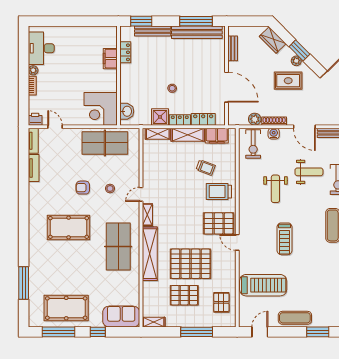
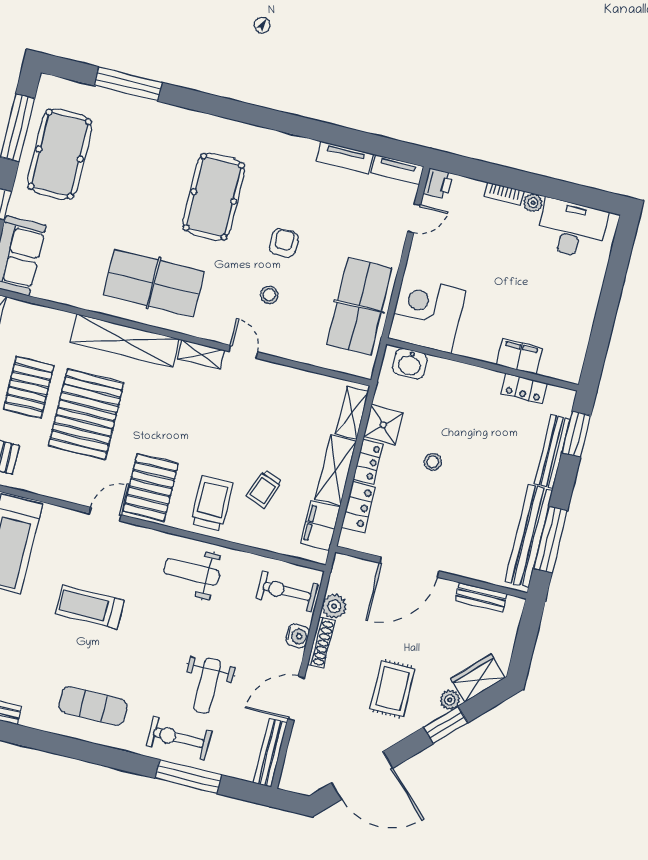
plant: (296, 61) -> (450, 700), moved
weight bench: (275, 189) -> (192, 572), moved

